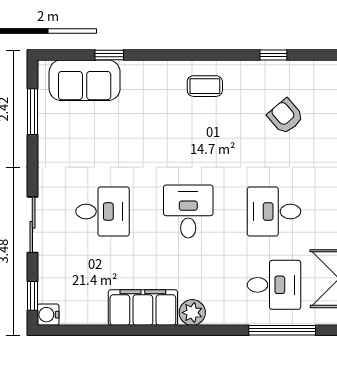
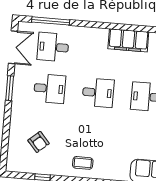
desk: (188, 212) -> (98, 93), turned -90
plant: (192, 313) -> (101, 35), removed

